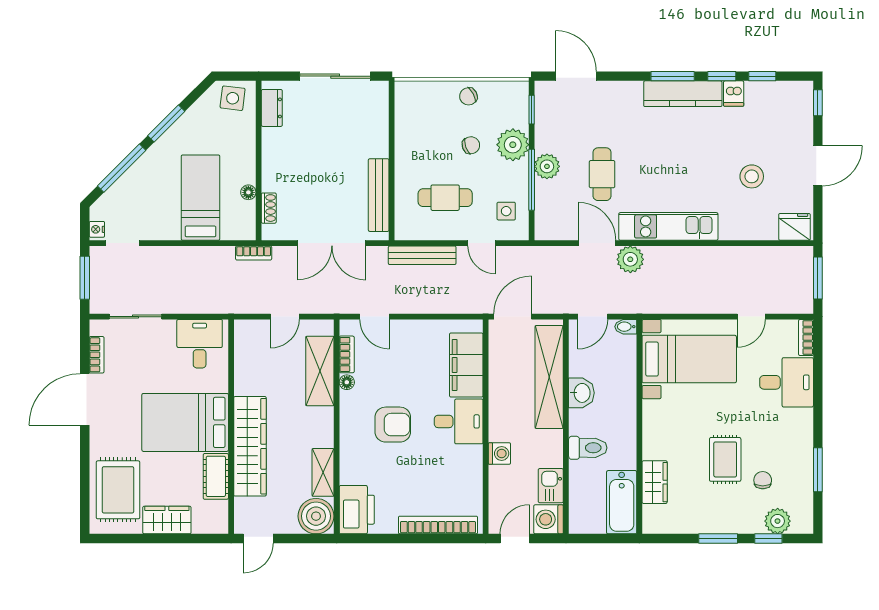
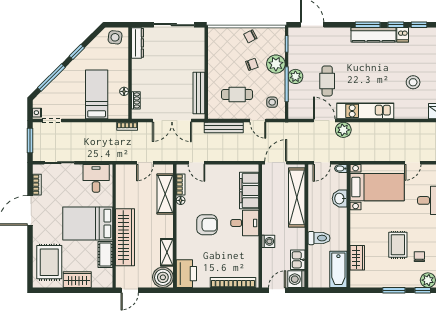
dresser: (272, 108) -> (137, 43), width x1.44
window: (166, 124) -> (77, 52), width x0.67
washbasin: (581, 393) -> (340, 199), moved, turned 180

